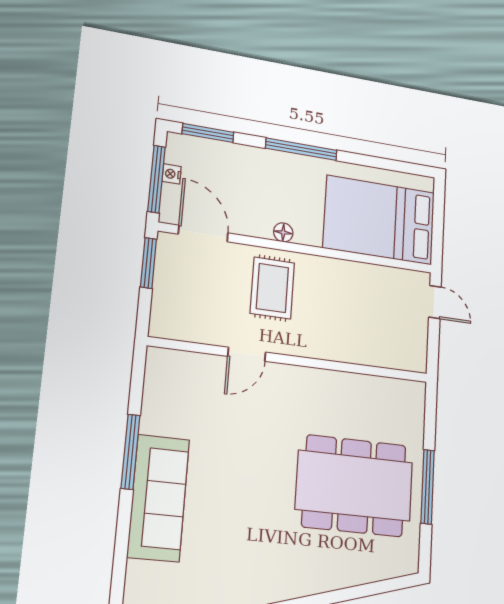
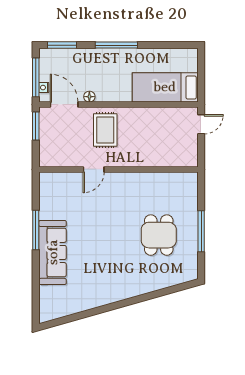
nightstand: (172, 174) -> (44, 88), moved
bed: (379, 220) -> (165, 87), width x0.67
floor lamp: (283, 232) -> (89, 97), moved
door: (435, 302) -> (201, 124), hinge flipped
dining table: (354, 486) -> (159, 235), width x0.53, depth x0.80

